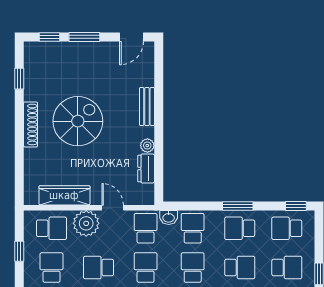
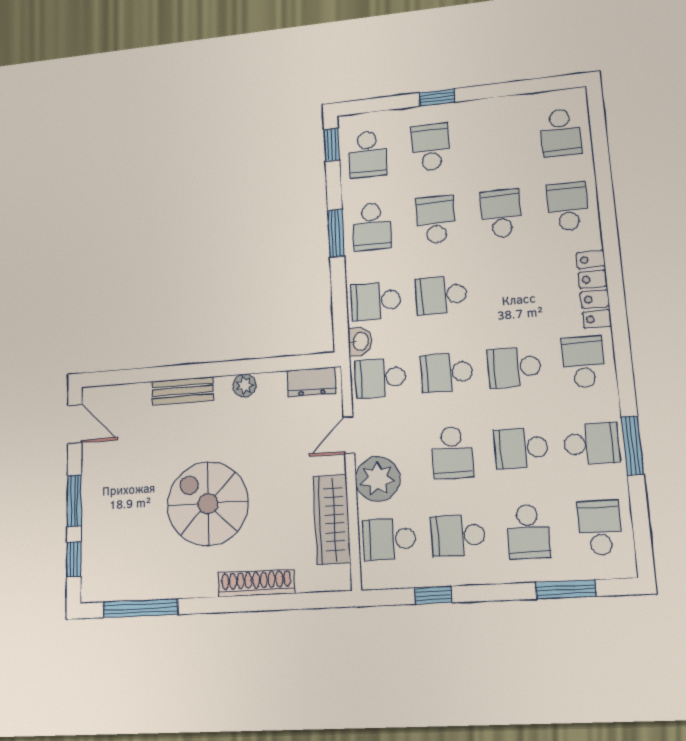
window: (19, 79) -> (141, 608), width x2.17
shoe rack: (31, 124) -> (256, 583), moved
dresser: (146, 168) -> (312, 382), moved
school desk: (51, 228) -> (389, 539), turned -90

